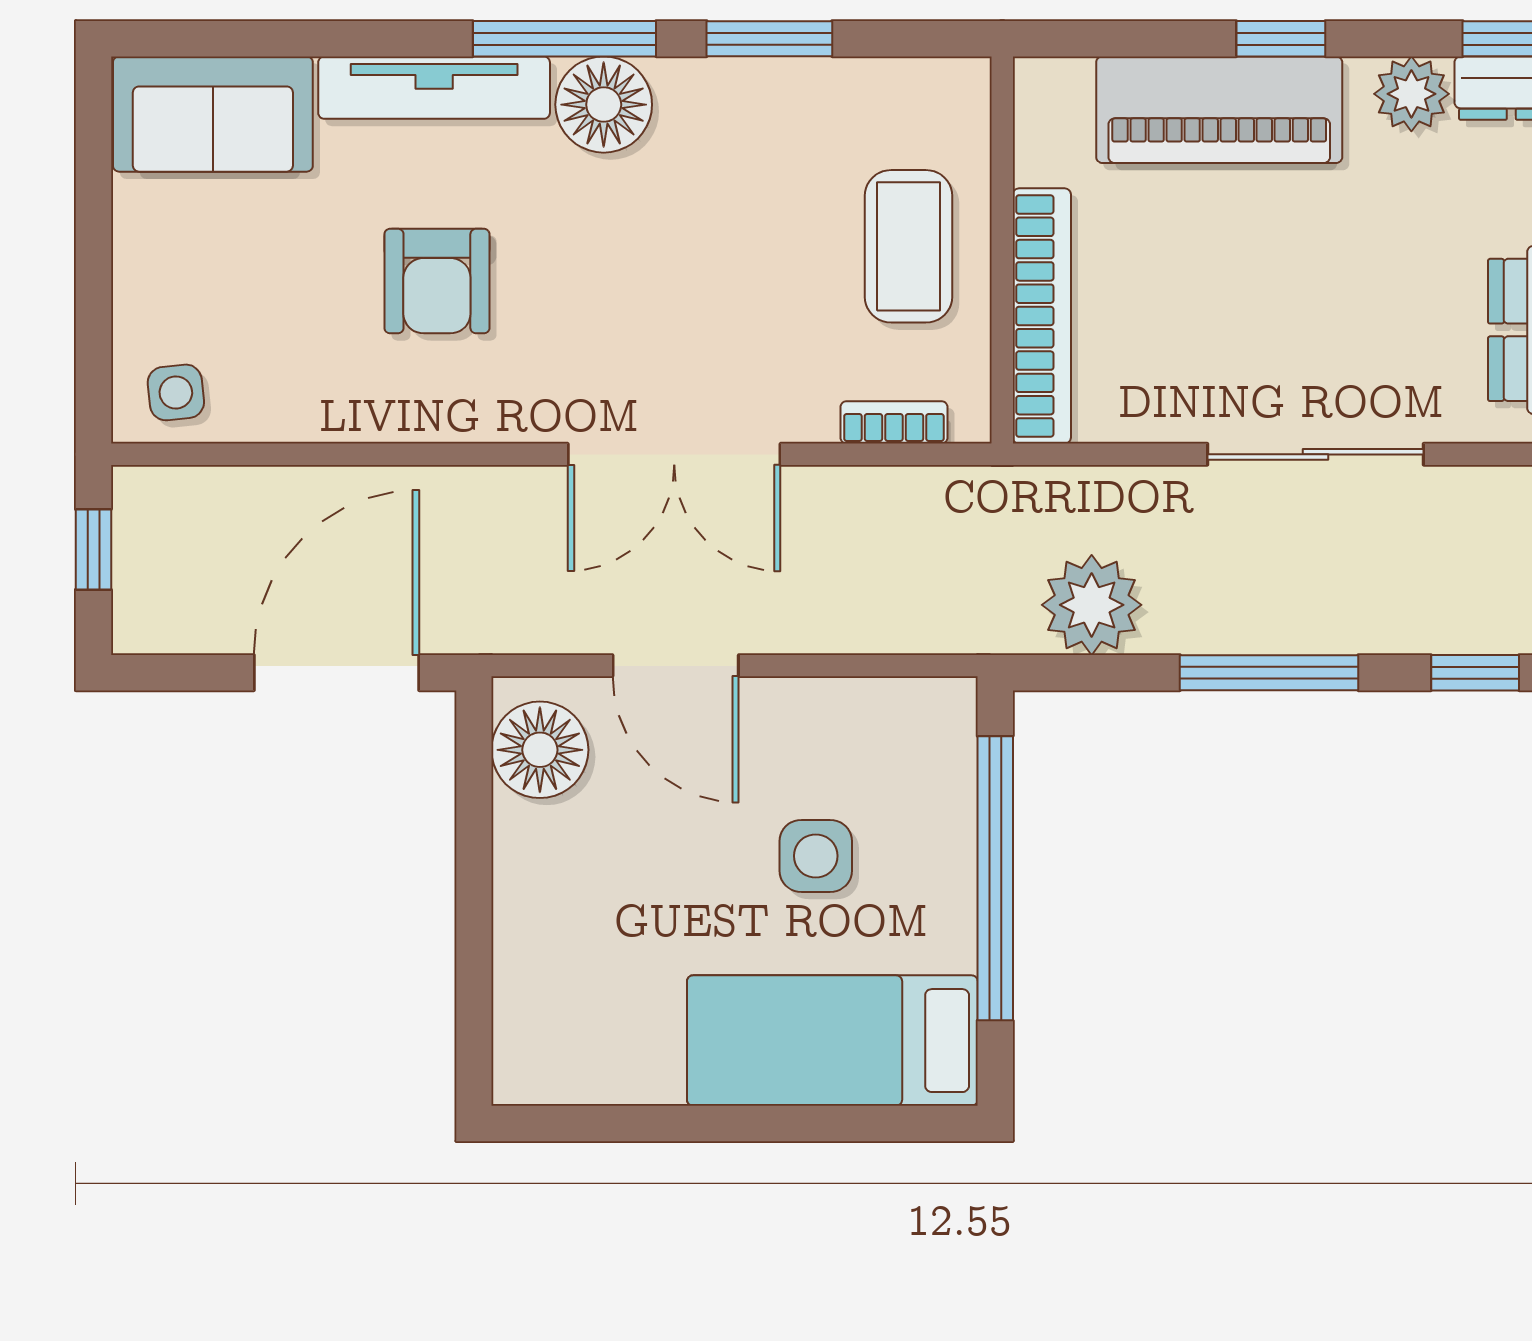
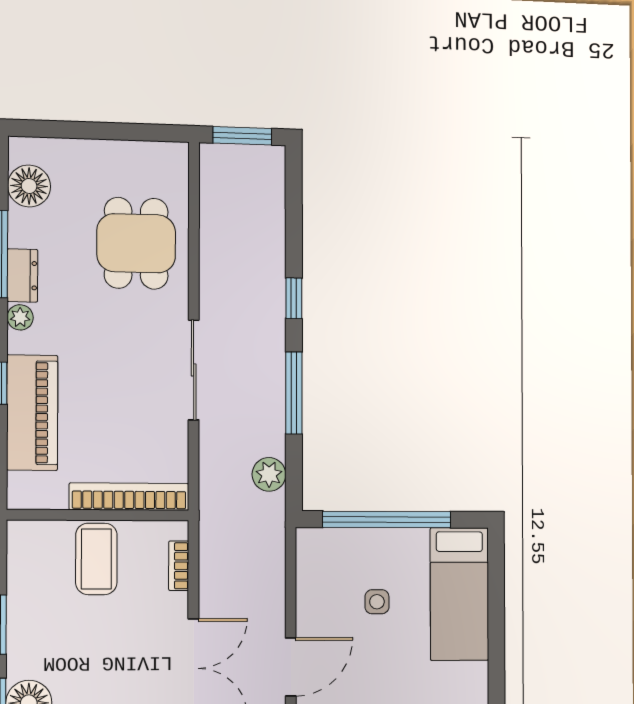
plant: (1411, 94) -> (20, 317), width x0.73, depth x0.73
coffee table: (908, 246) -> (96, 559), turned 90
plant: (1092, 605) -> (269, 474), width x0.73, depth x0.73
side table: (816, 856) -> (377, 602), width x0.73, depth x0.73

